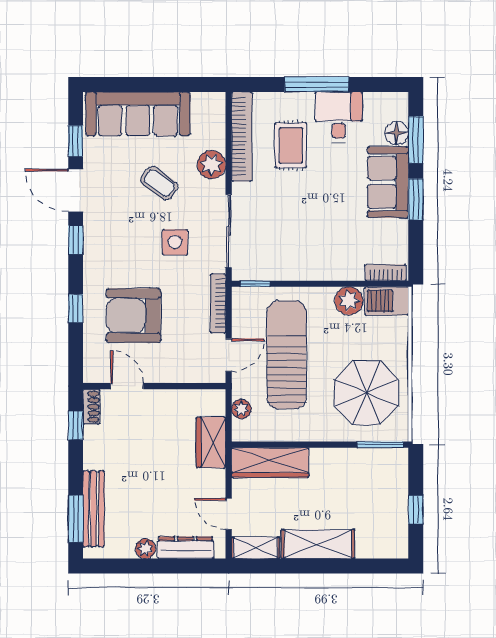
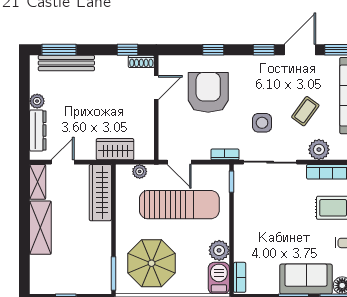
bookcase: (218, 303) -> (225, 154), width x0.64

